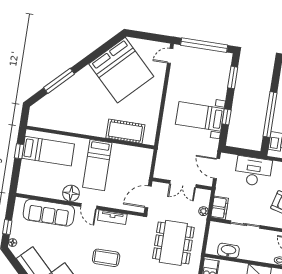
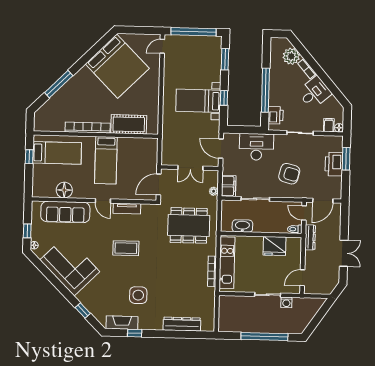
bookcase: (83, 129) -> (88, 128), added
floor lamp: (71, 193) -> (64, 190), moved
dining table: (173, 243) -> (189, 225), turned 90

